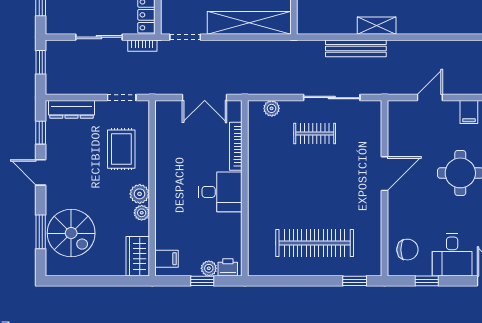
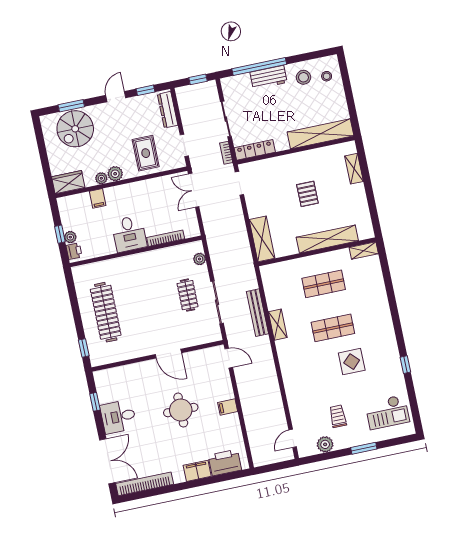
shelving: (249, 23) -> (262, 239), width x0.68
double door: (205, 98) -> (194, 190), moved
door: (430, 98) -> (229, 358), moved
rug: (121, 149) -> (146, 153), turned 90
chair: (407, 250) -> (115, 383), removed
filing cabinet: (167, 259) -> (98, 198), moved

